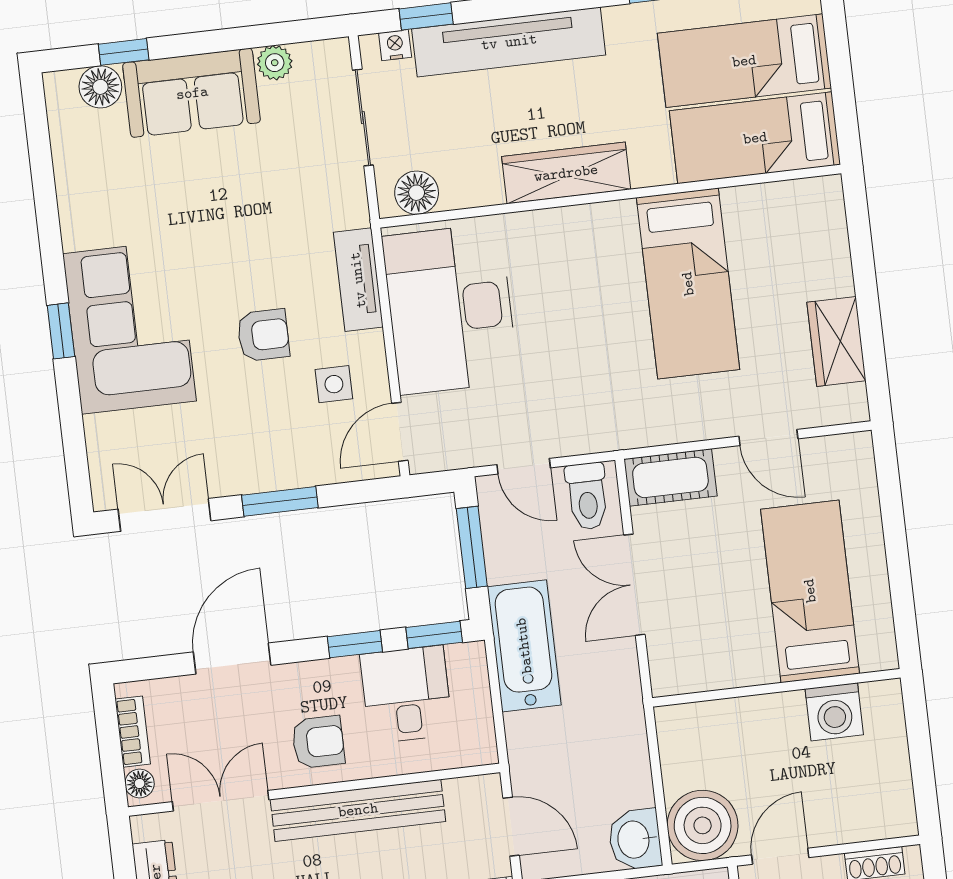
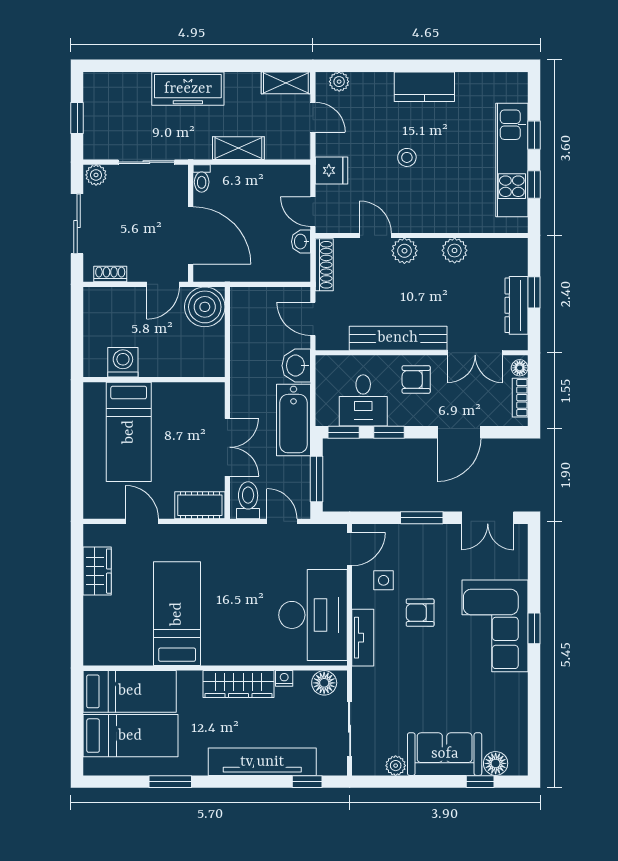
nightstand: (395, 45) -> (284, 678), moved, turned 180
washbasin: (635, 839) -> (296, 366), moved, turned 180

